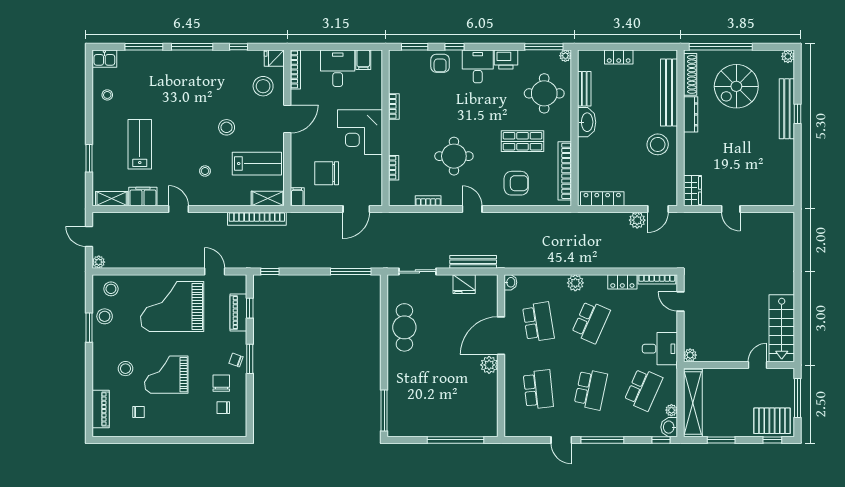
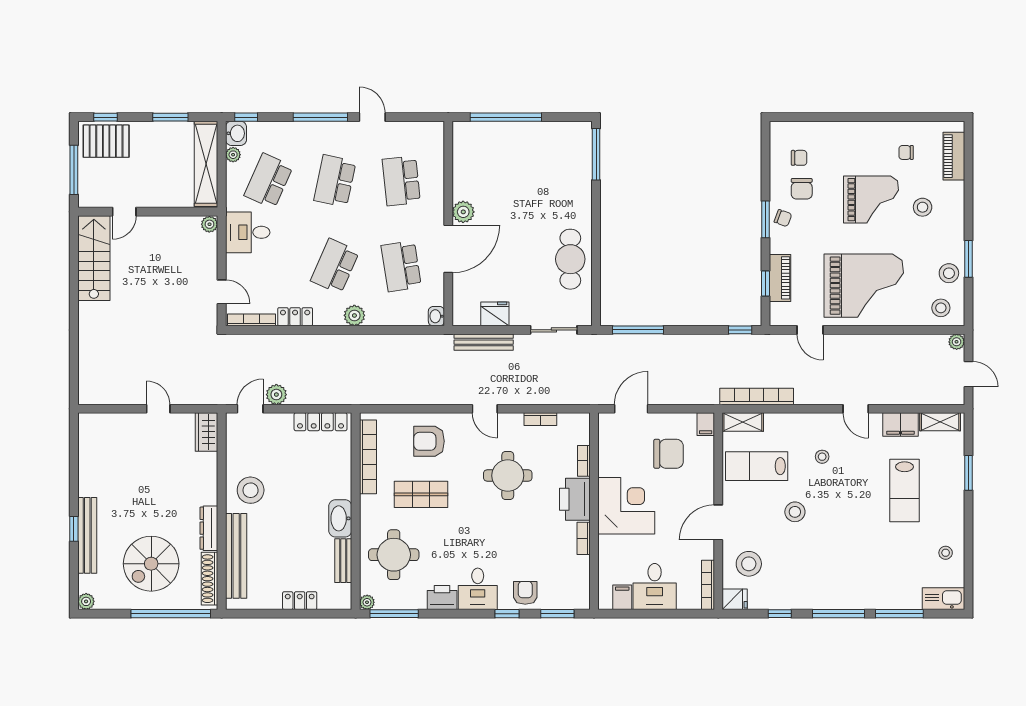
kitchen sink: (104, 59) -> (943, 599), width x1.38
spiral stairs: (736, 86) -> (151, 564), turned 180
printer: (401, 137) -> (575, 499), added

